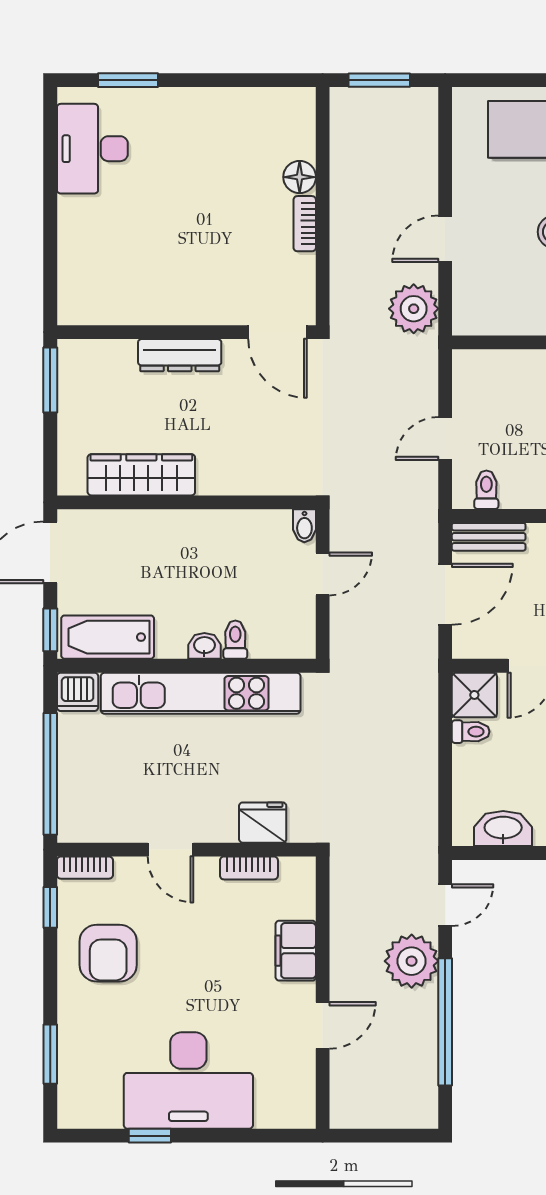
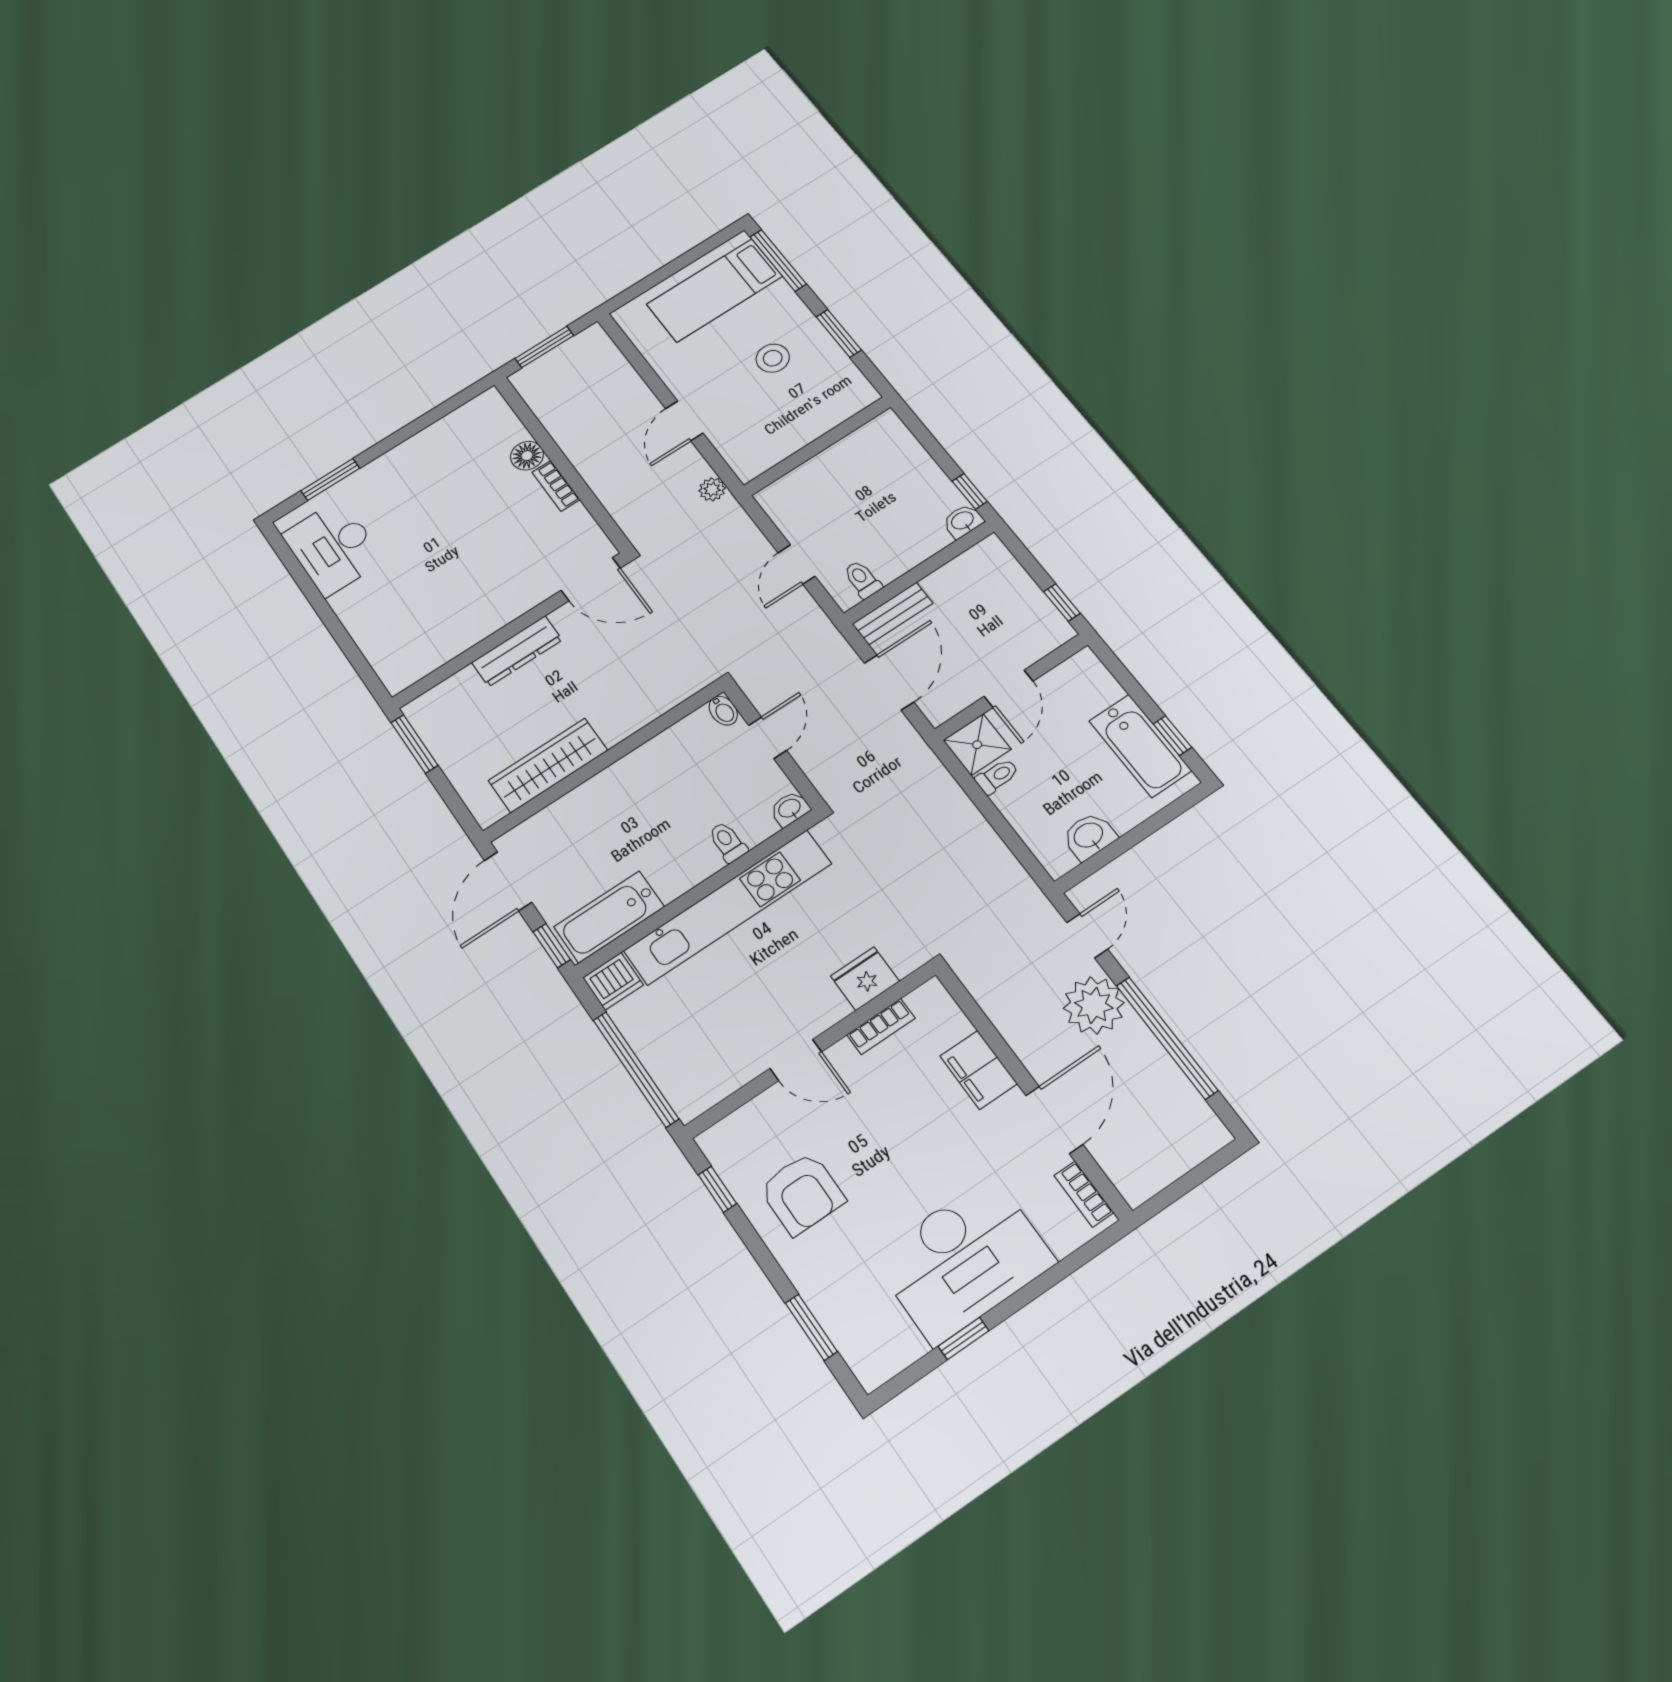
plant: (414, 309) -> (712, 489), width x0.53, depth x0.53
washbasin: (204, 646) -> (790, 809), moved
washbasin: (503, 829) -> (1089, 836), width x0.72
bookcase: (85, 868) -> (1084, 1194), moved, turned 90
door: (323, 1025) -> (1054, 1120), width x1.38

